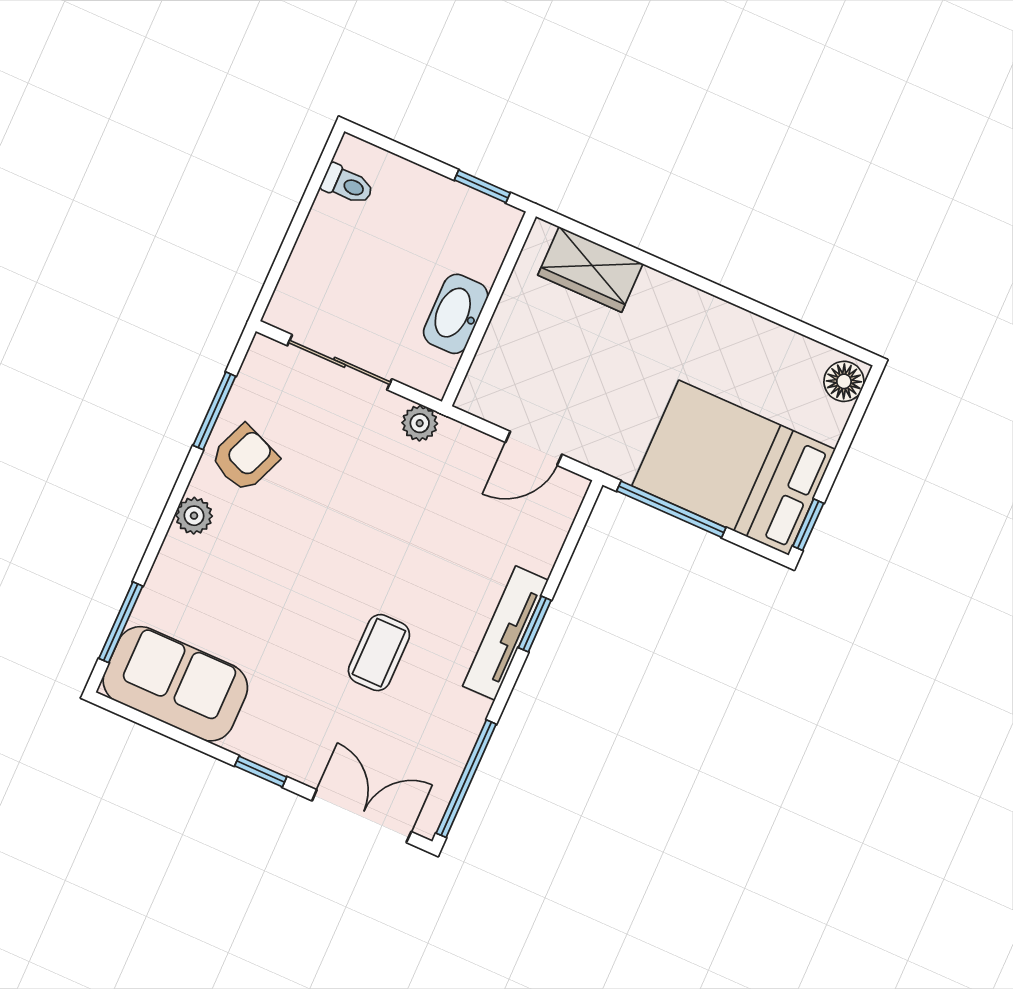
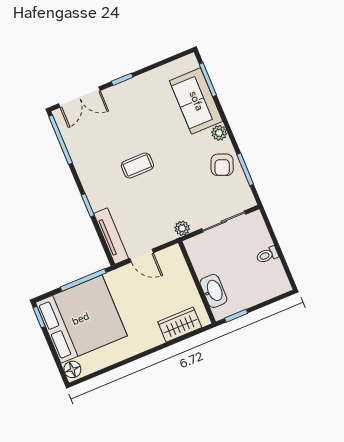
toilet: (347, 185) -> (267, 255), moved
washbasin: (456, 314) -> (213, 291), moved
door: (534, 448) -> (142, 256), swing flipped
bed: (734, 468) -> (81, 319), width x1.36
tv unit: (505, 633) -> (111, 236), moved
coffee table: (379, 653) -> (137, 165), moved, turned 90
sofa: (175, 684) -> (196, 101), moved, turned 90

